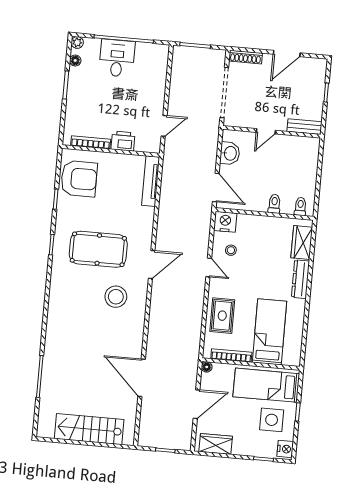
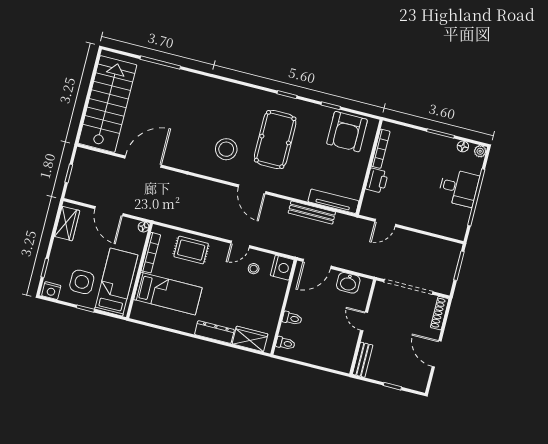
door: (164, 126) -> (385, 223), hinge flipped
bench: (165, 201) -> (312, 213), added
stairs: (89, 429) -> (107, 104), width x1.36, depth x1.51

